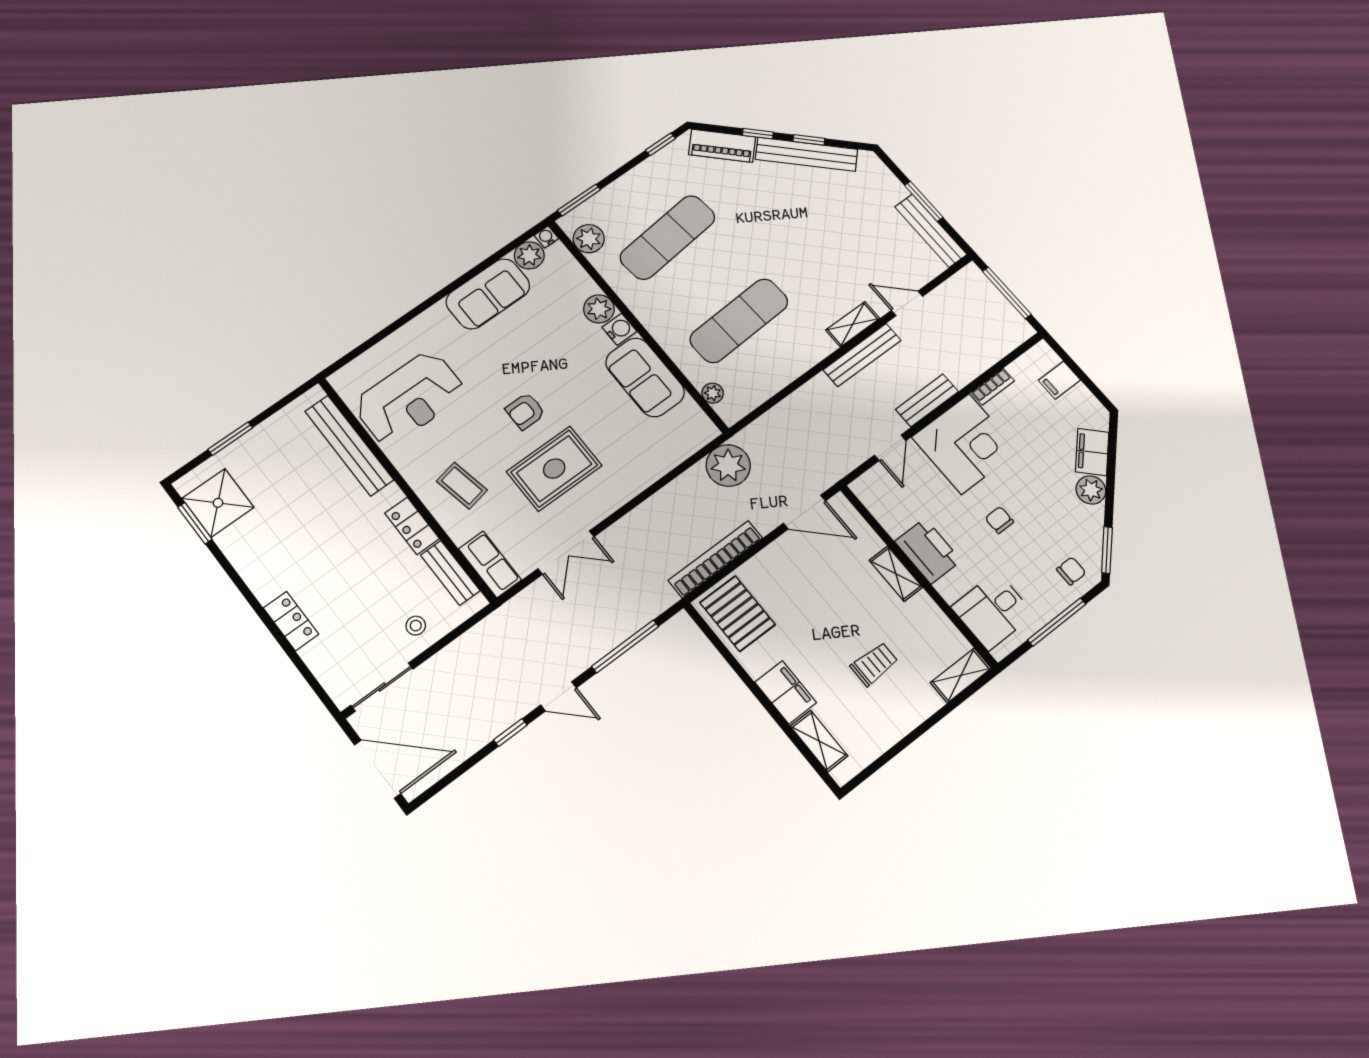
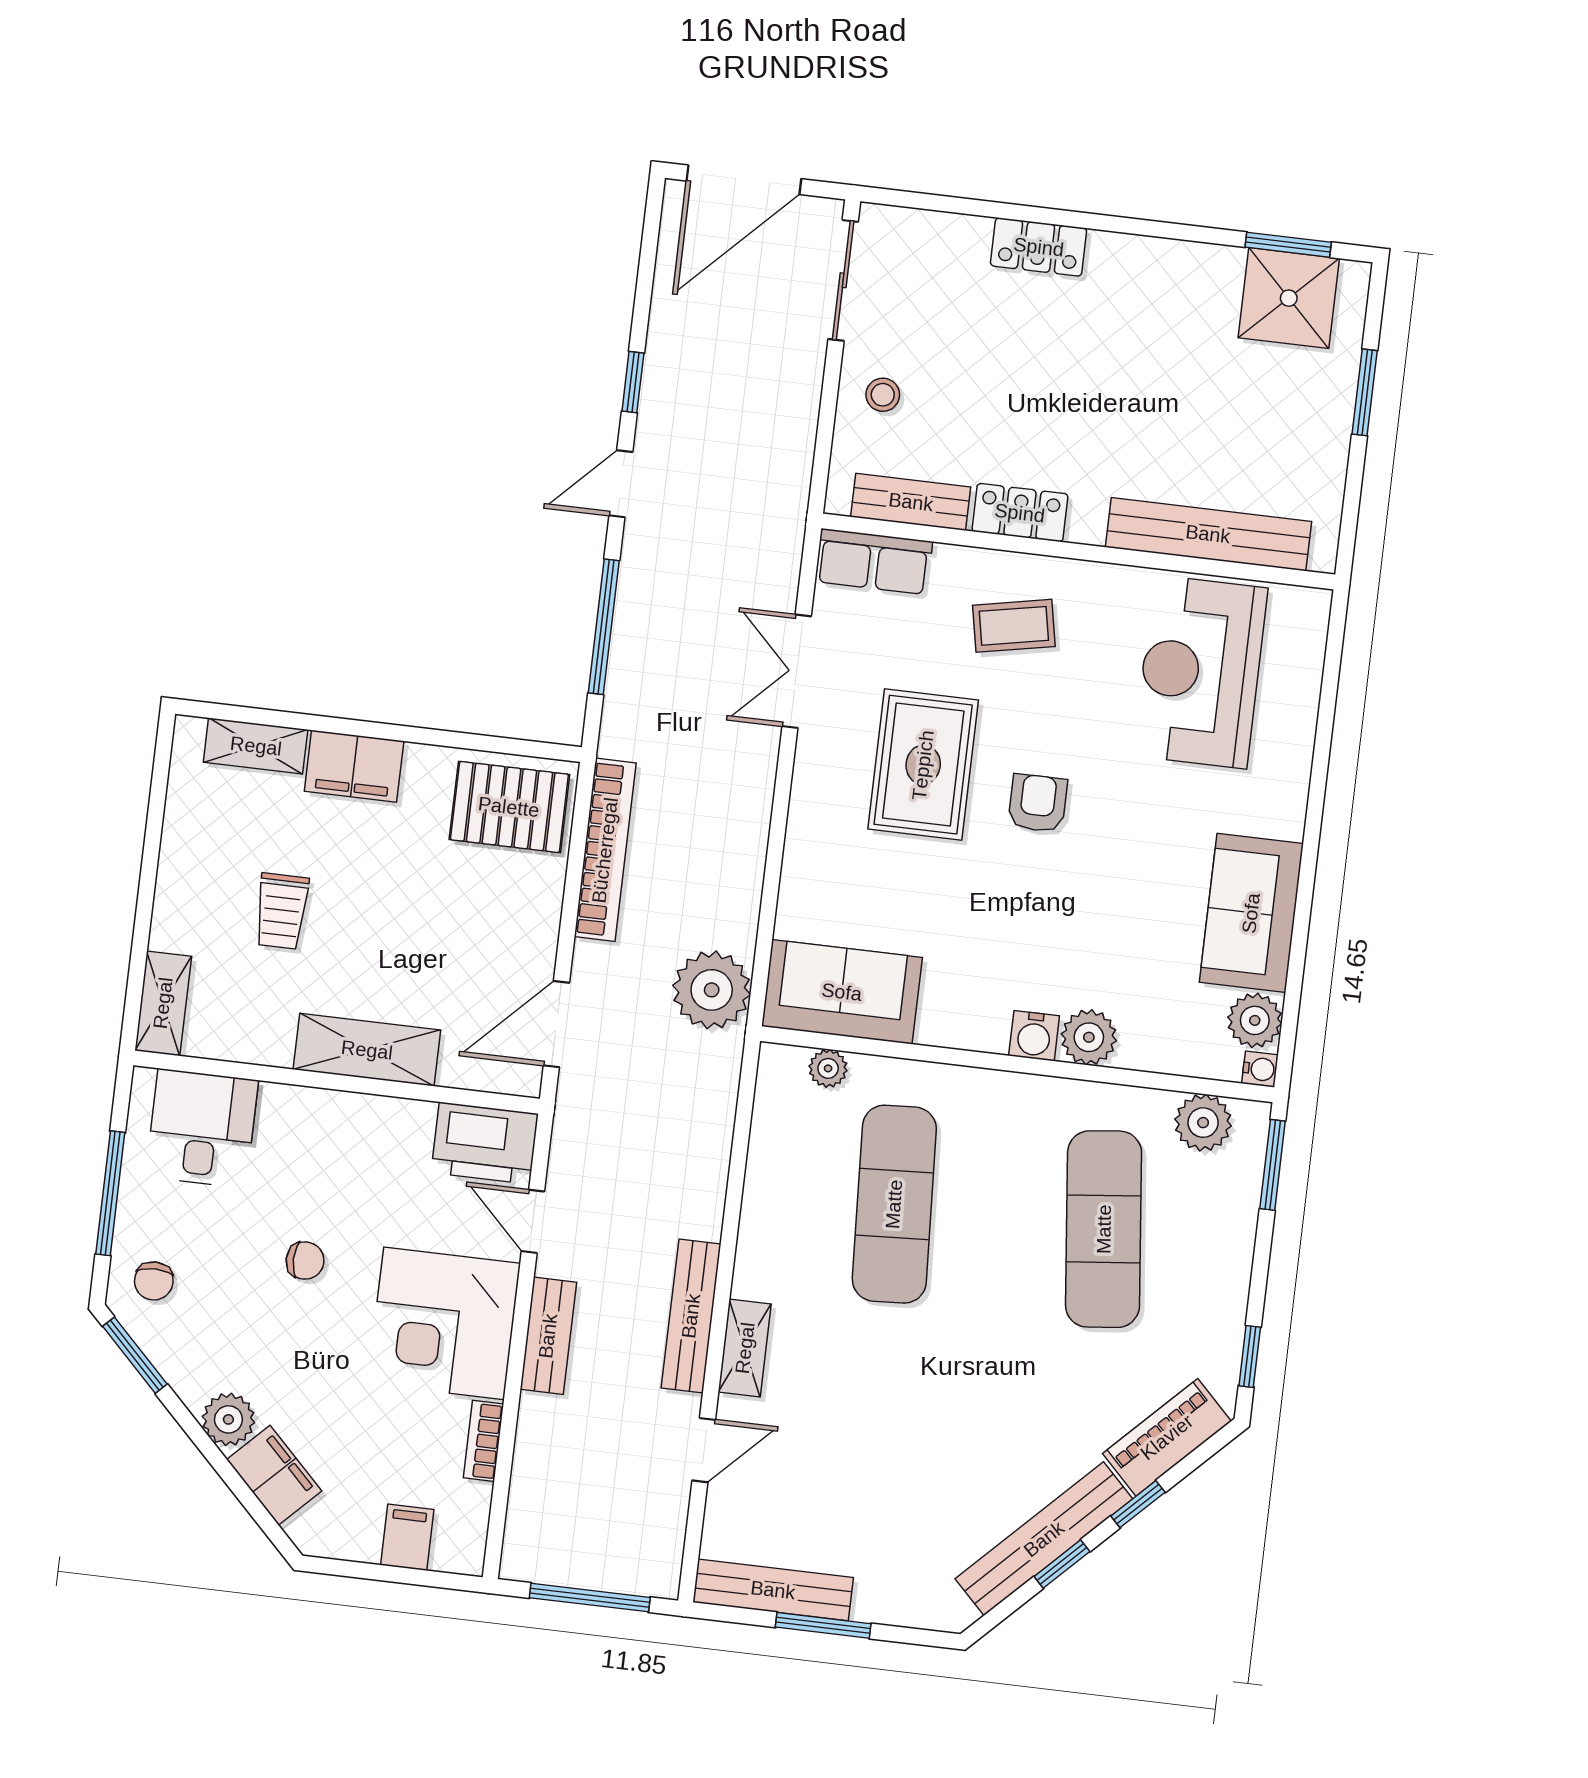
sofa: (645, 377) -> (842, 992), moved
printer: (928, 551) -> (485, 1143), moved
shelving: (896, 574) -> (367, 1050), width x1.50, depth x1.33

